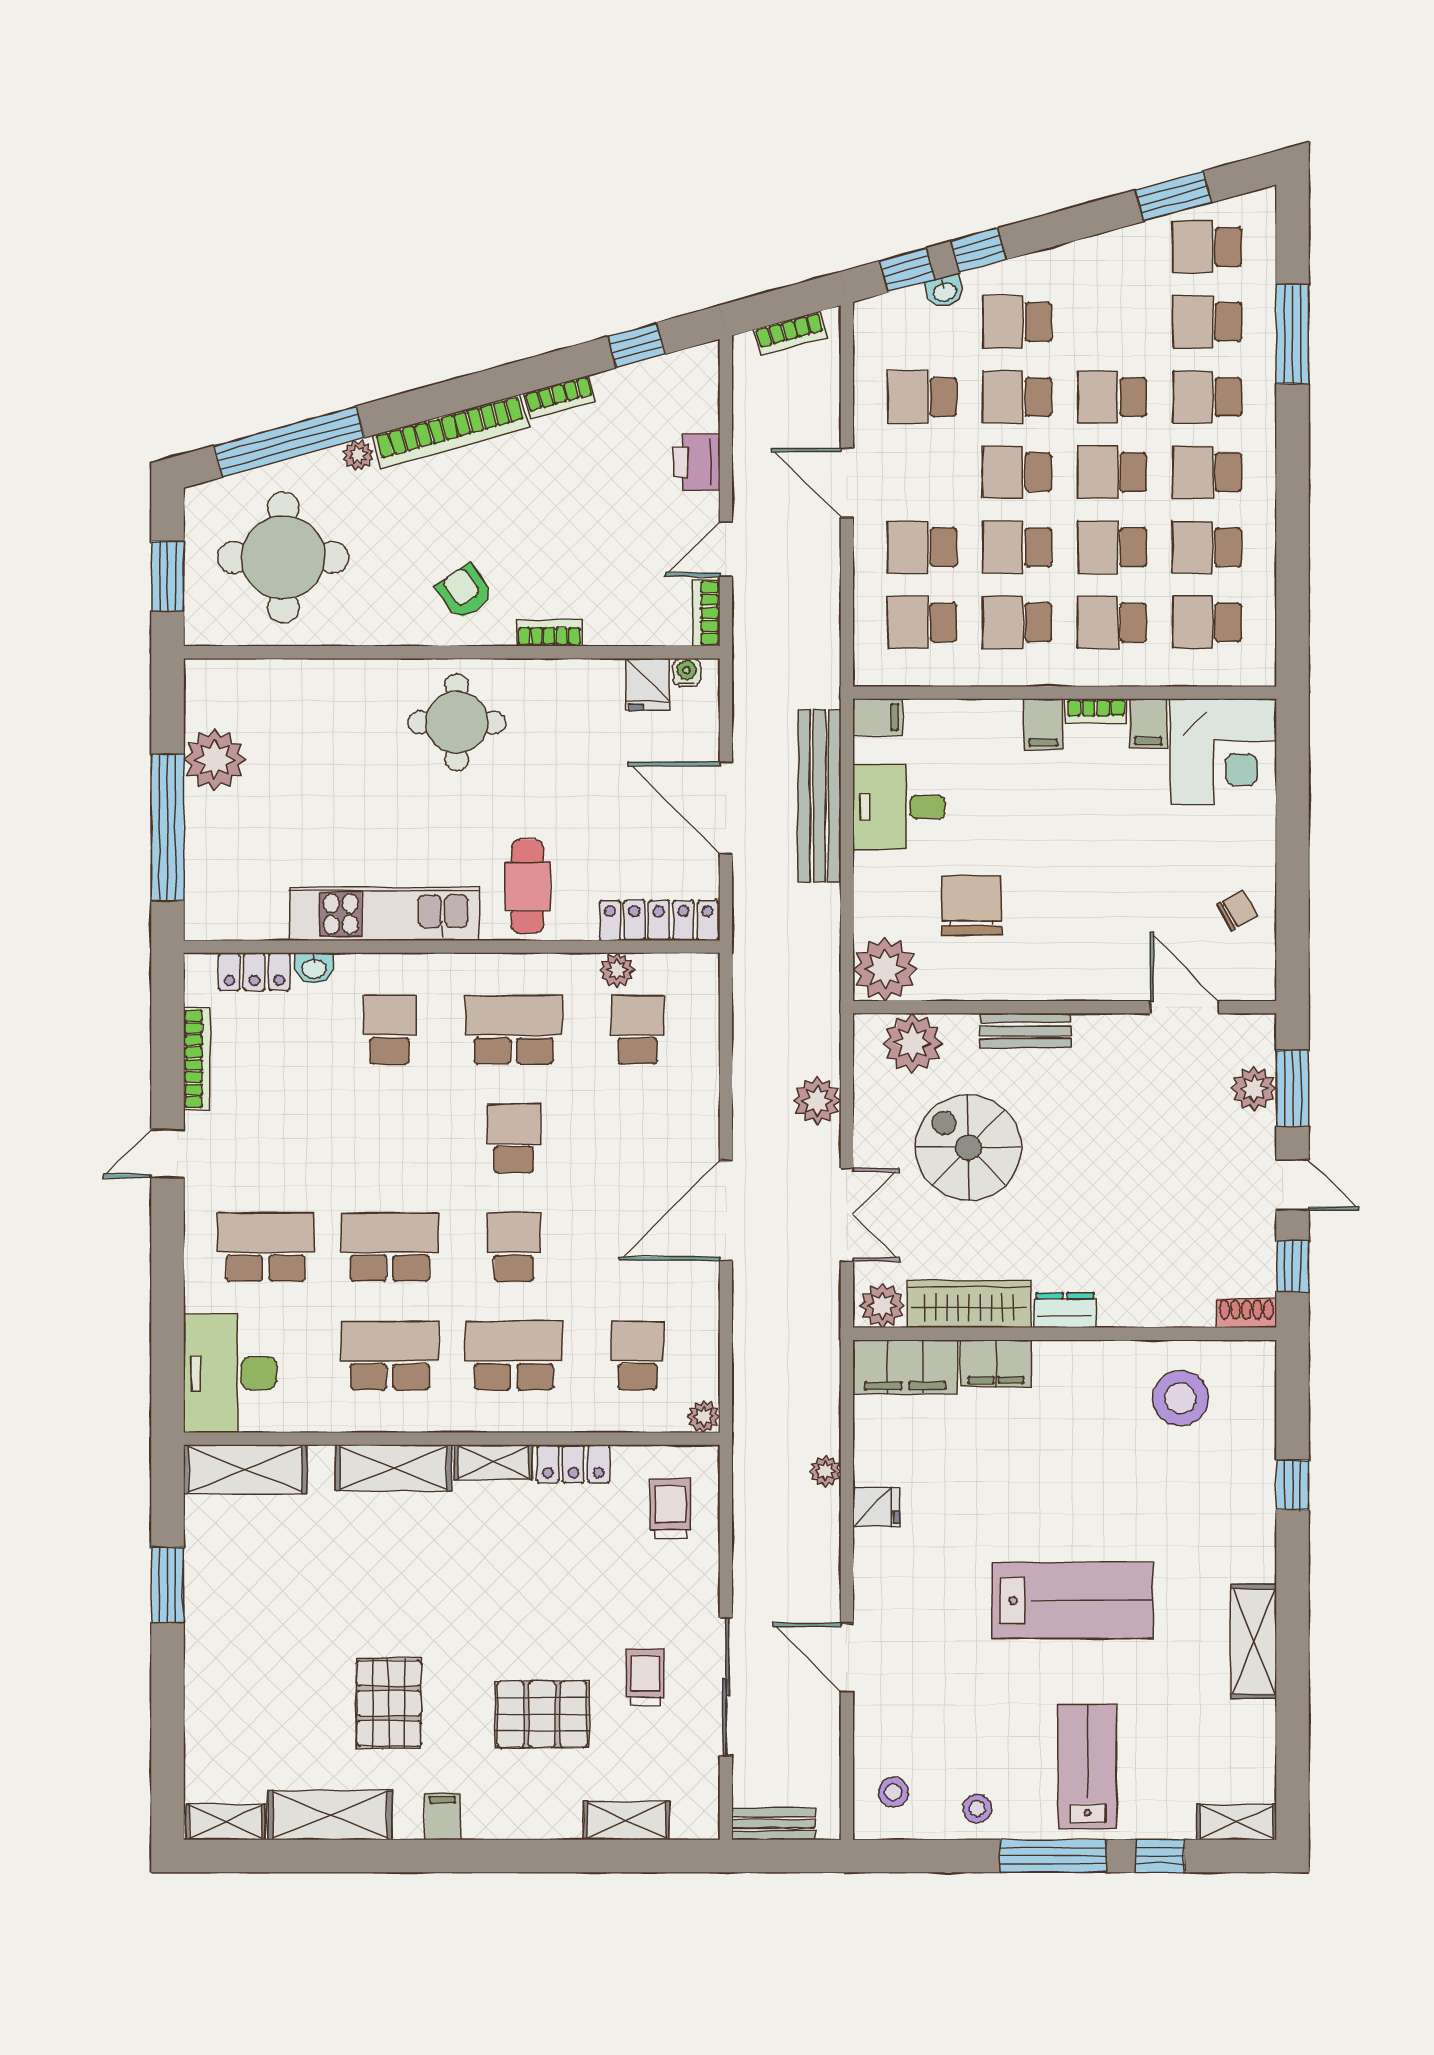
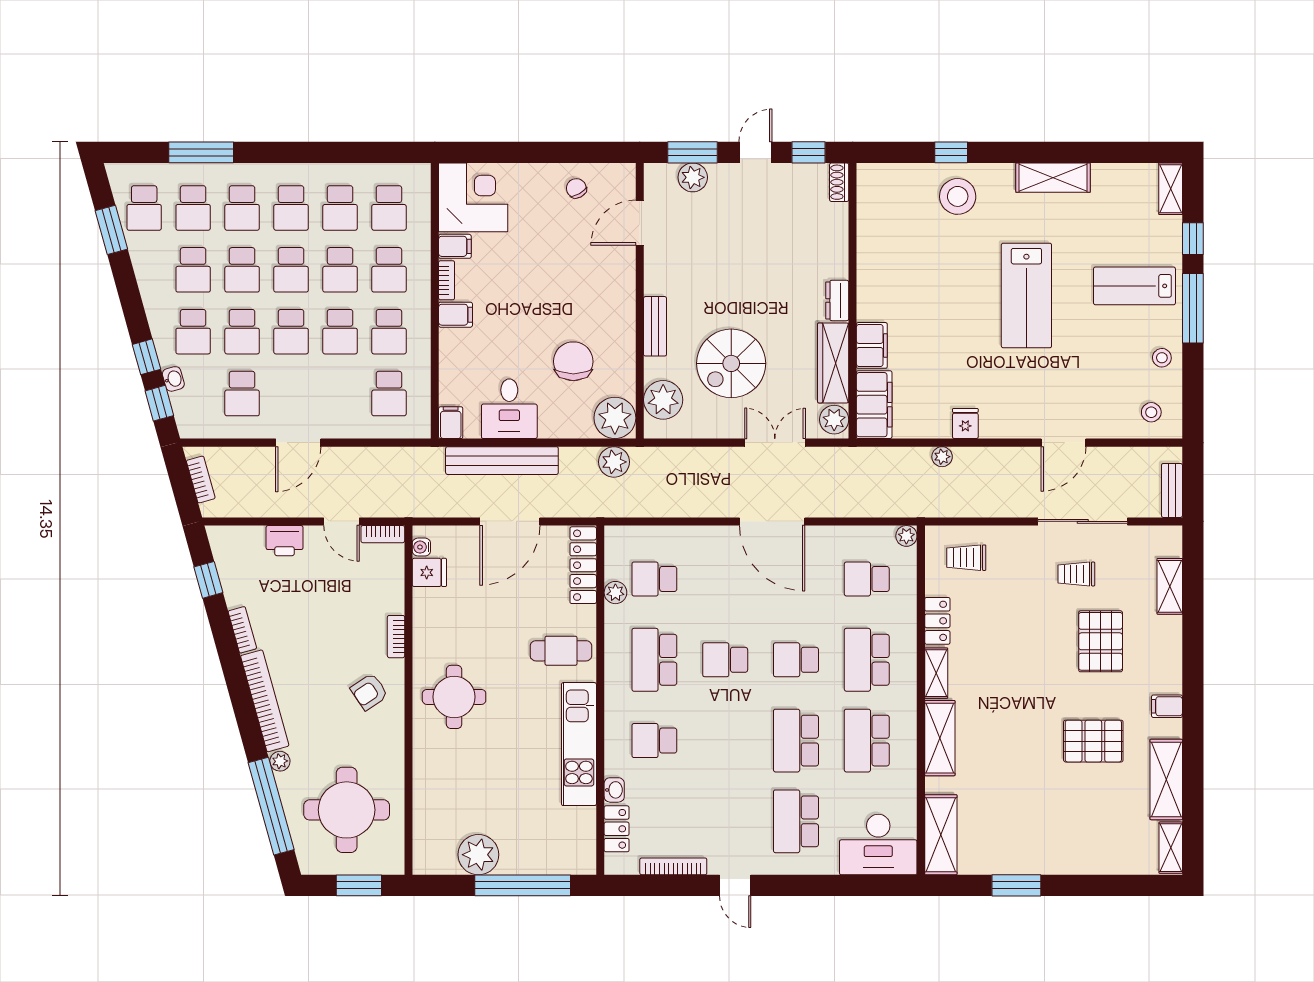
school desk: (922, 547) -> (193, 270), moved
chair: (972, 905) -> (573, 361), turned 90
plant: (817, 1101) -> (614, 462), moved
stool: (1180, 1398) -> (958, 196), moved
lab bench: (1073, 1601) -> (1026, 295), turned 180

